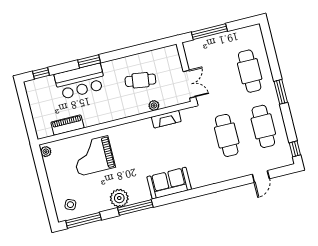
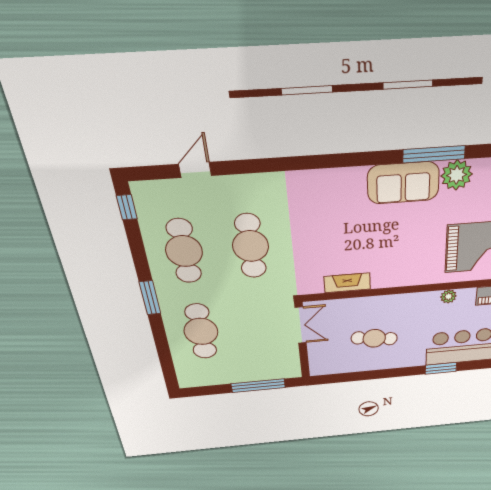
double door: (189, 84) -> (301, 325), swing flipped
plant: (154, 105) -> (448, 296), moved
sofa: (169, 183) -> (403, 183), moved

